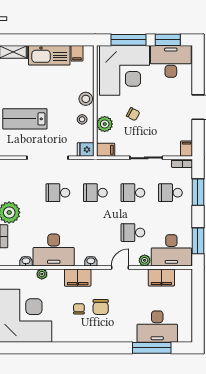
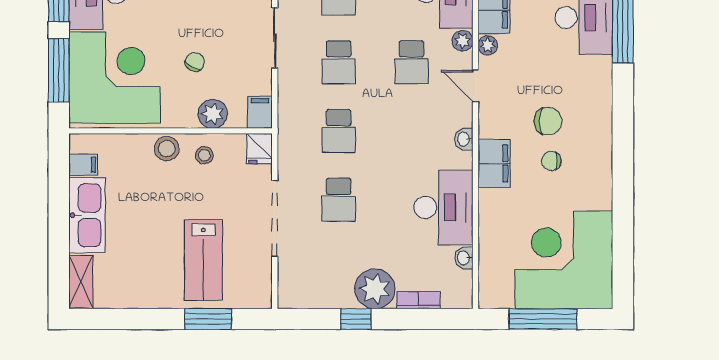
plant: (42, 274) -> (488, 45), moved

